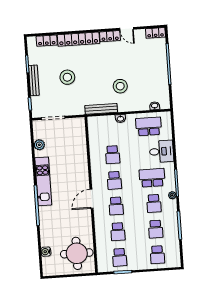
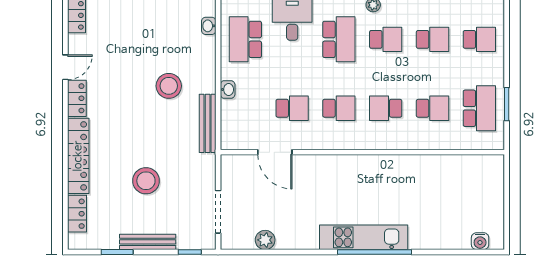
school desk: (152, 178) -> (339, 39), turned 180
kitchen unit: (43, 181) -> (364, 237), moved
door: (91, 199) -> (275, 152), moved
school desk: (116, 206) -> (386, 108), turned 180
water cooler: (46, 252) -> (480, 241), moved
round table: (77, 253) -> (467, 185), removed
school desk: (120, 257) -> (479, 108), width x1.85

